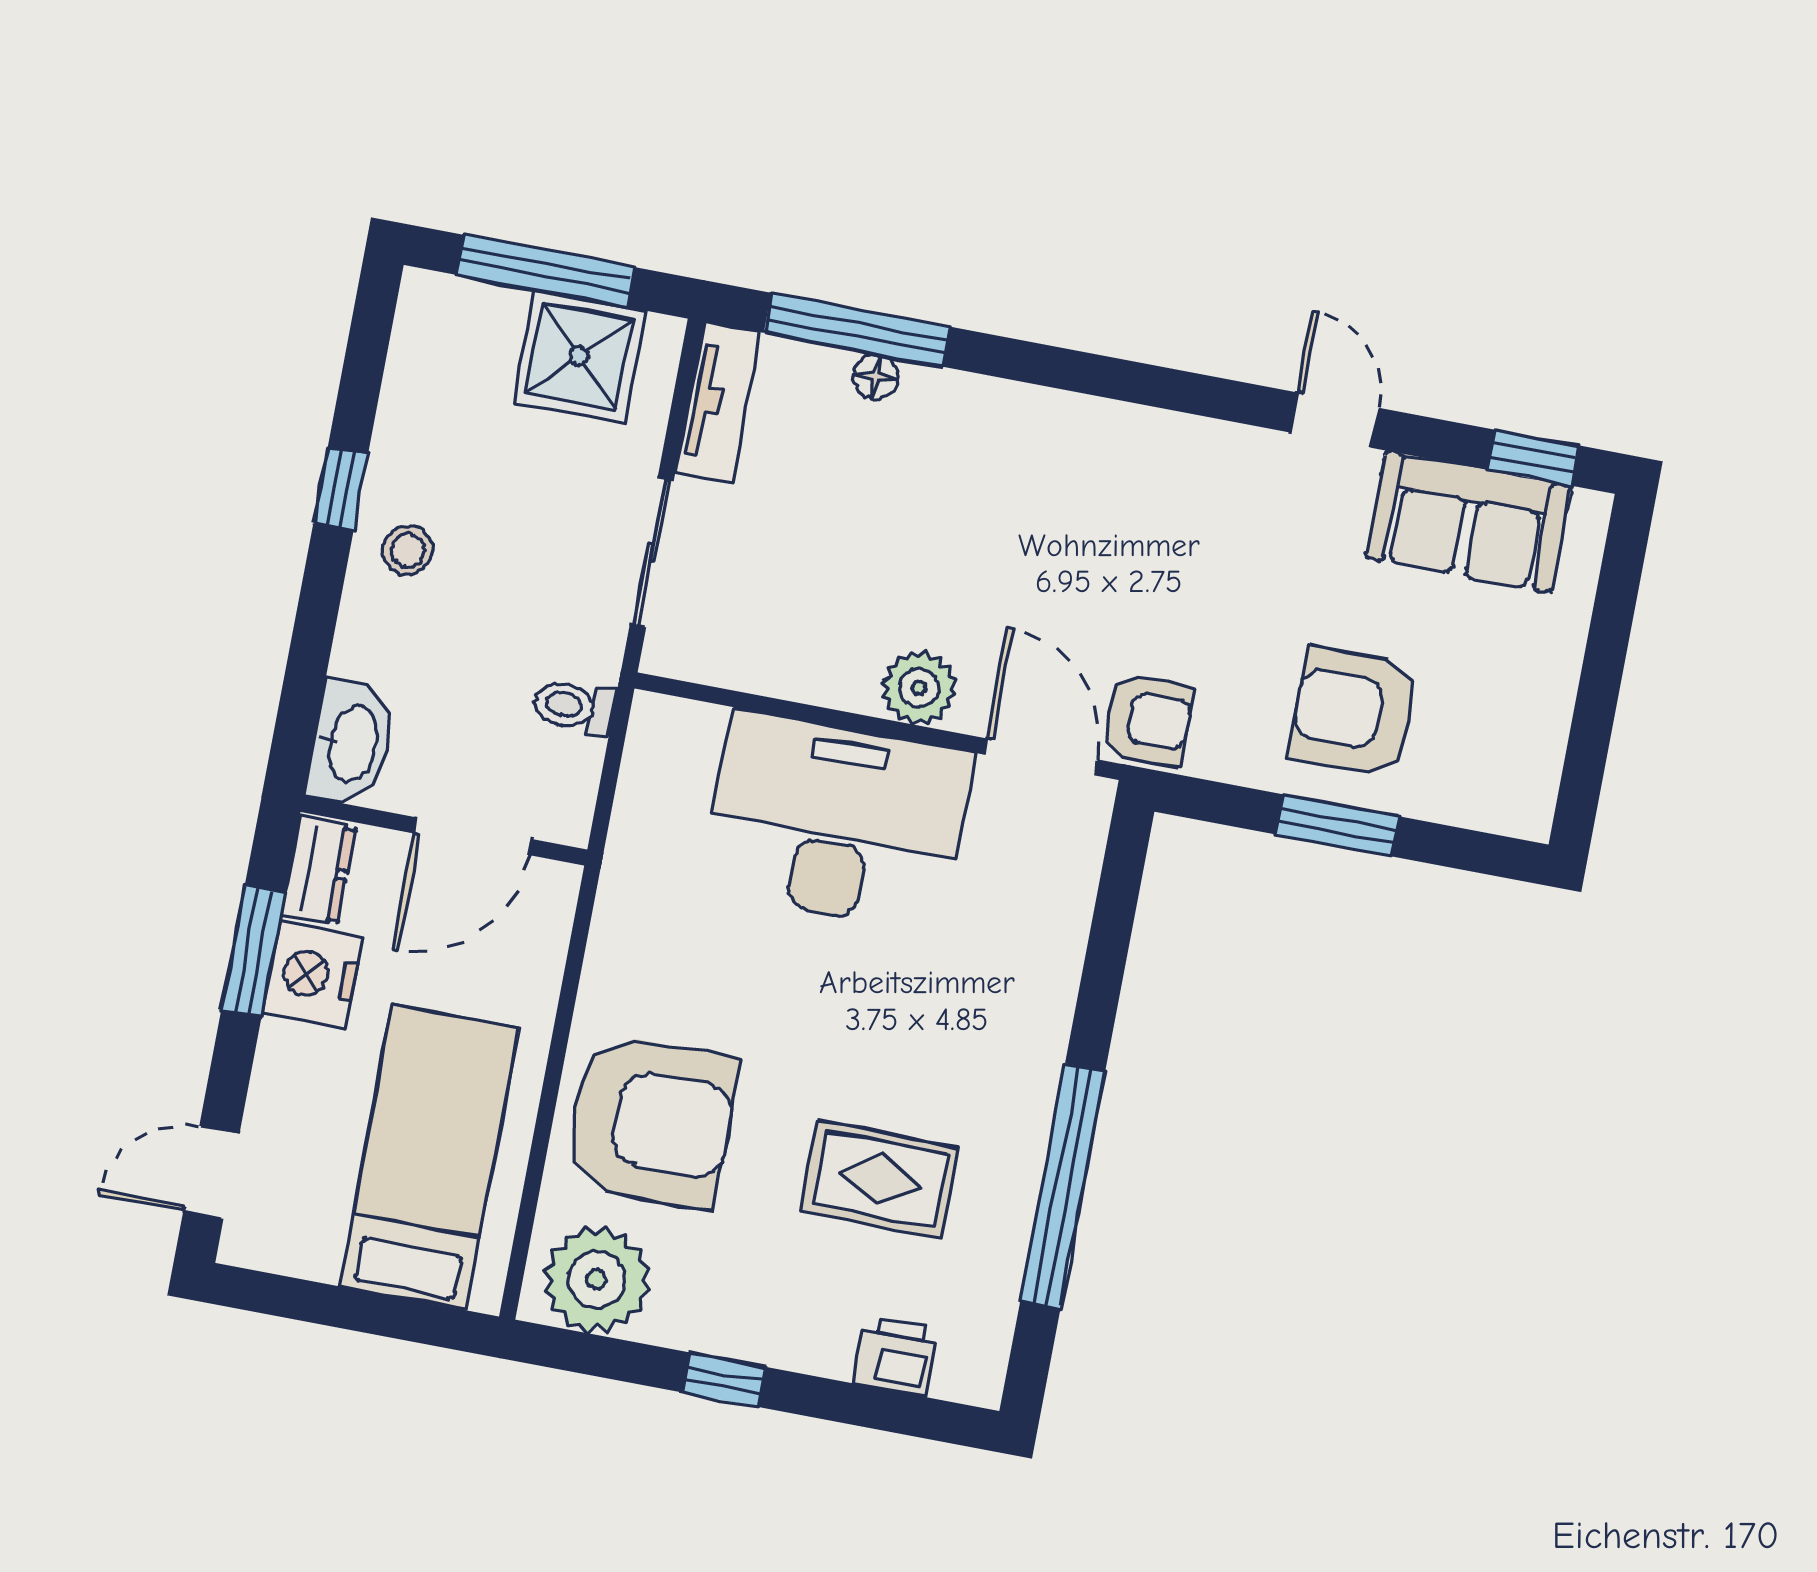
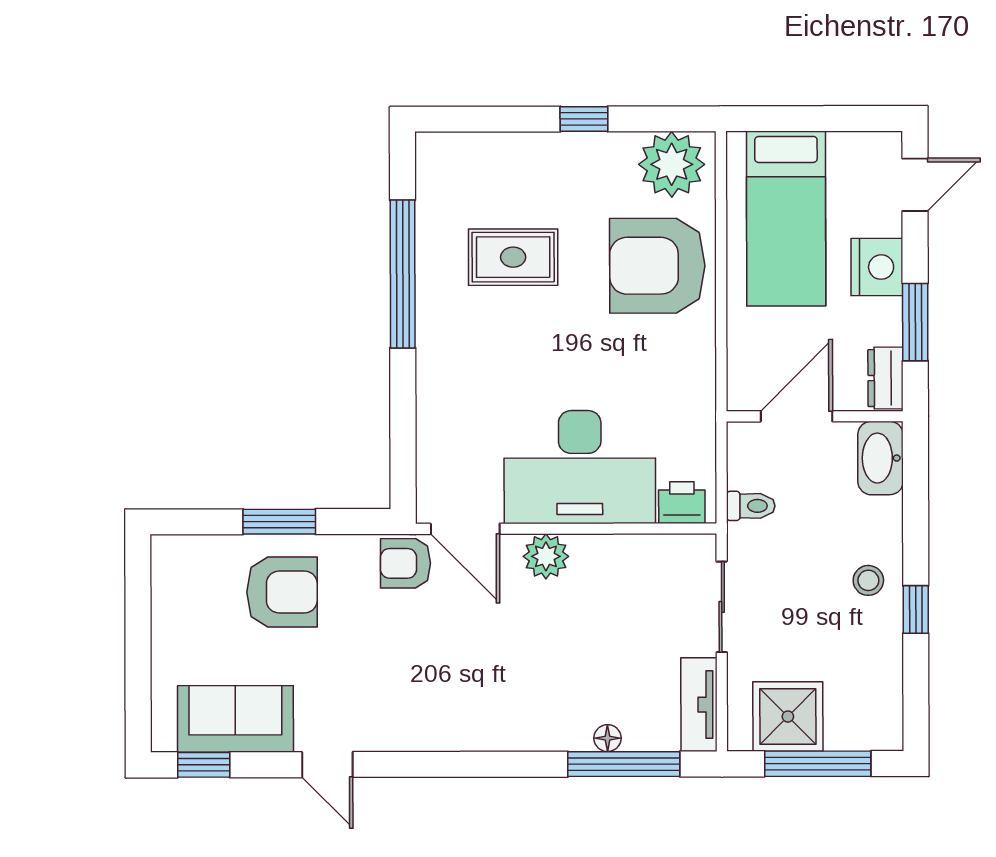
nightstand: (312, 975) -> (877, 267), moved
printer: (895, 1356) -> (682, 503), moved, turned 180

